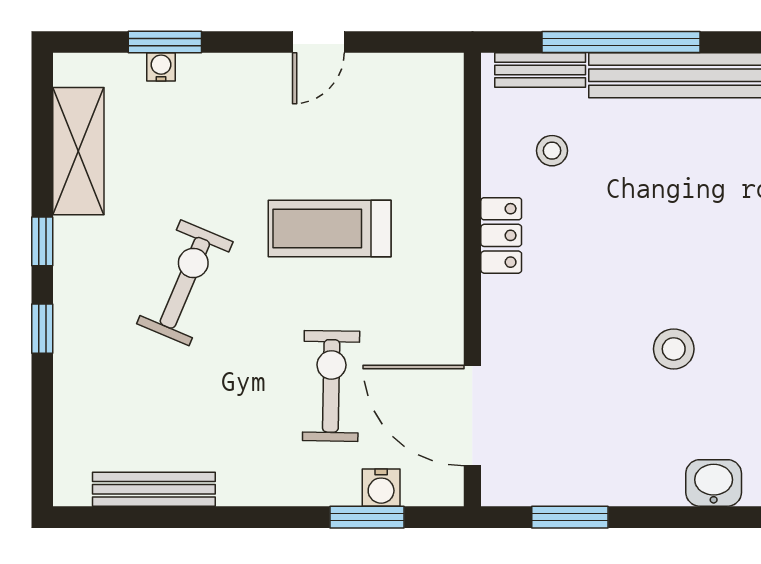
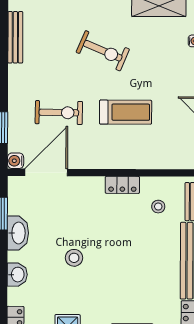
treadmill: (330, 229) -> (126, 112), turned 90
washbasin: (616, 482) -> (18, 233), added
water cooler: (381, 488) -> (16, 161), moved

